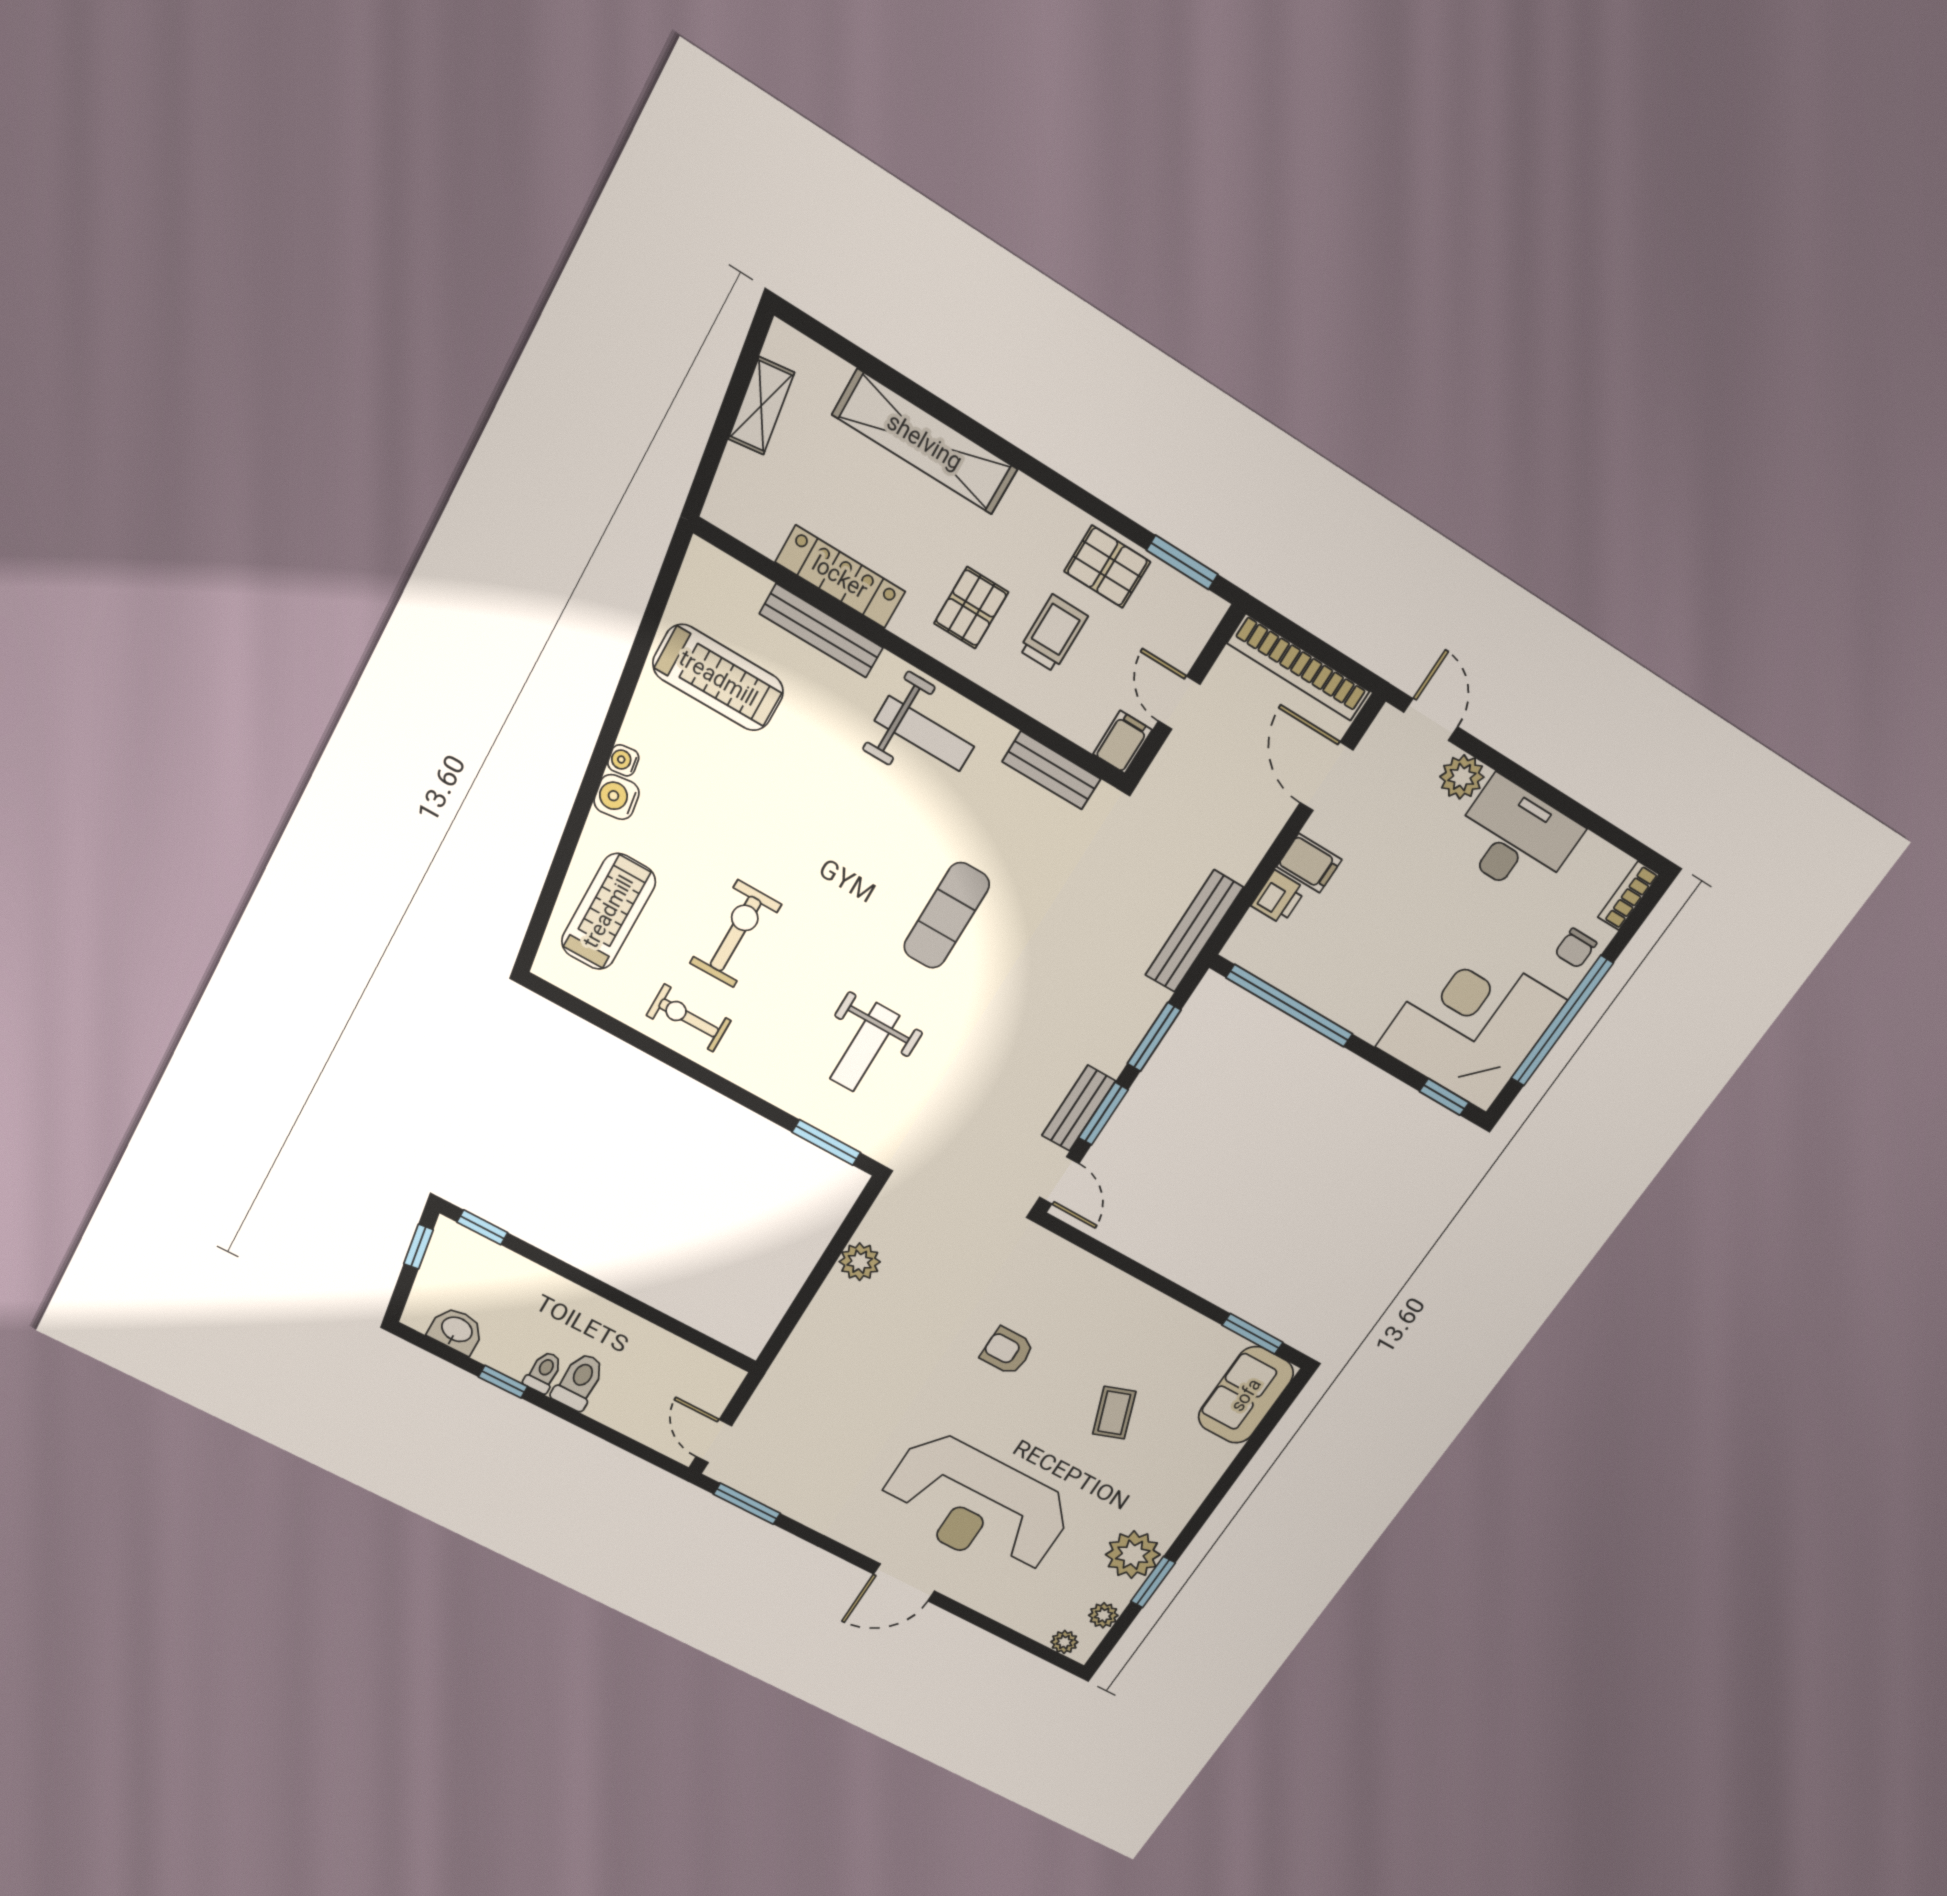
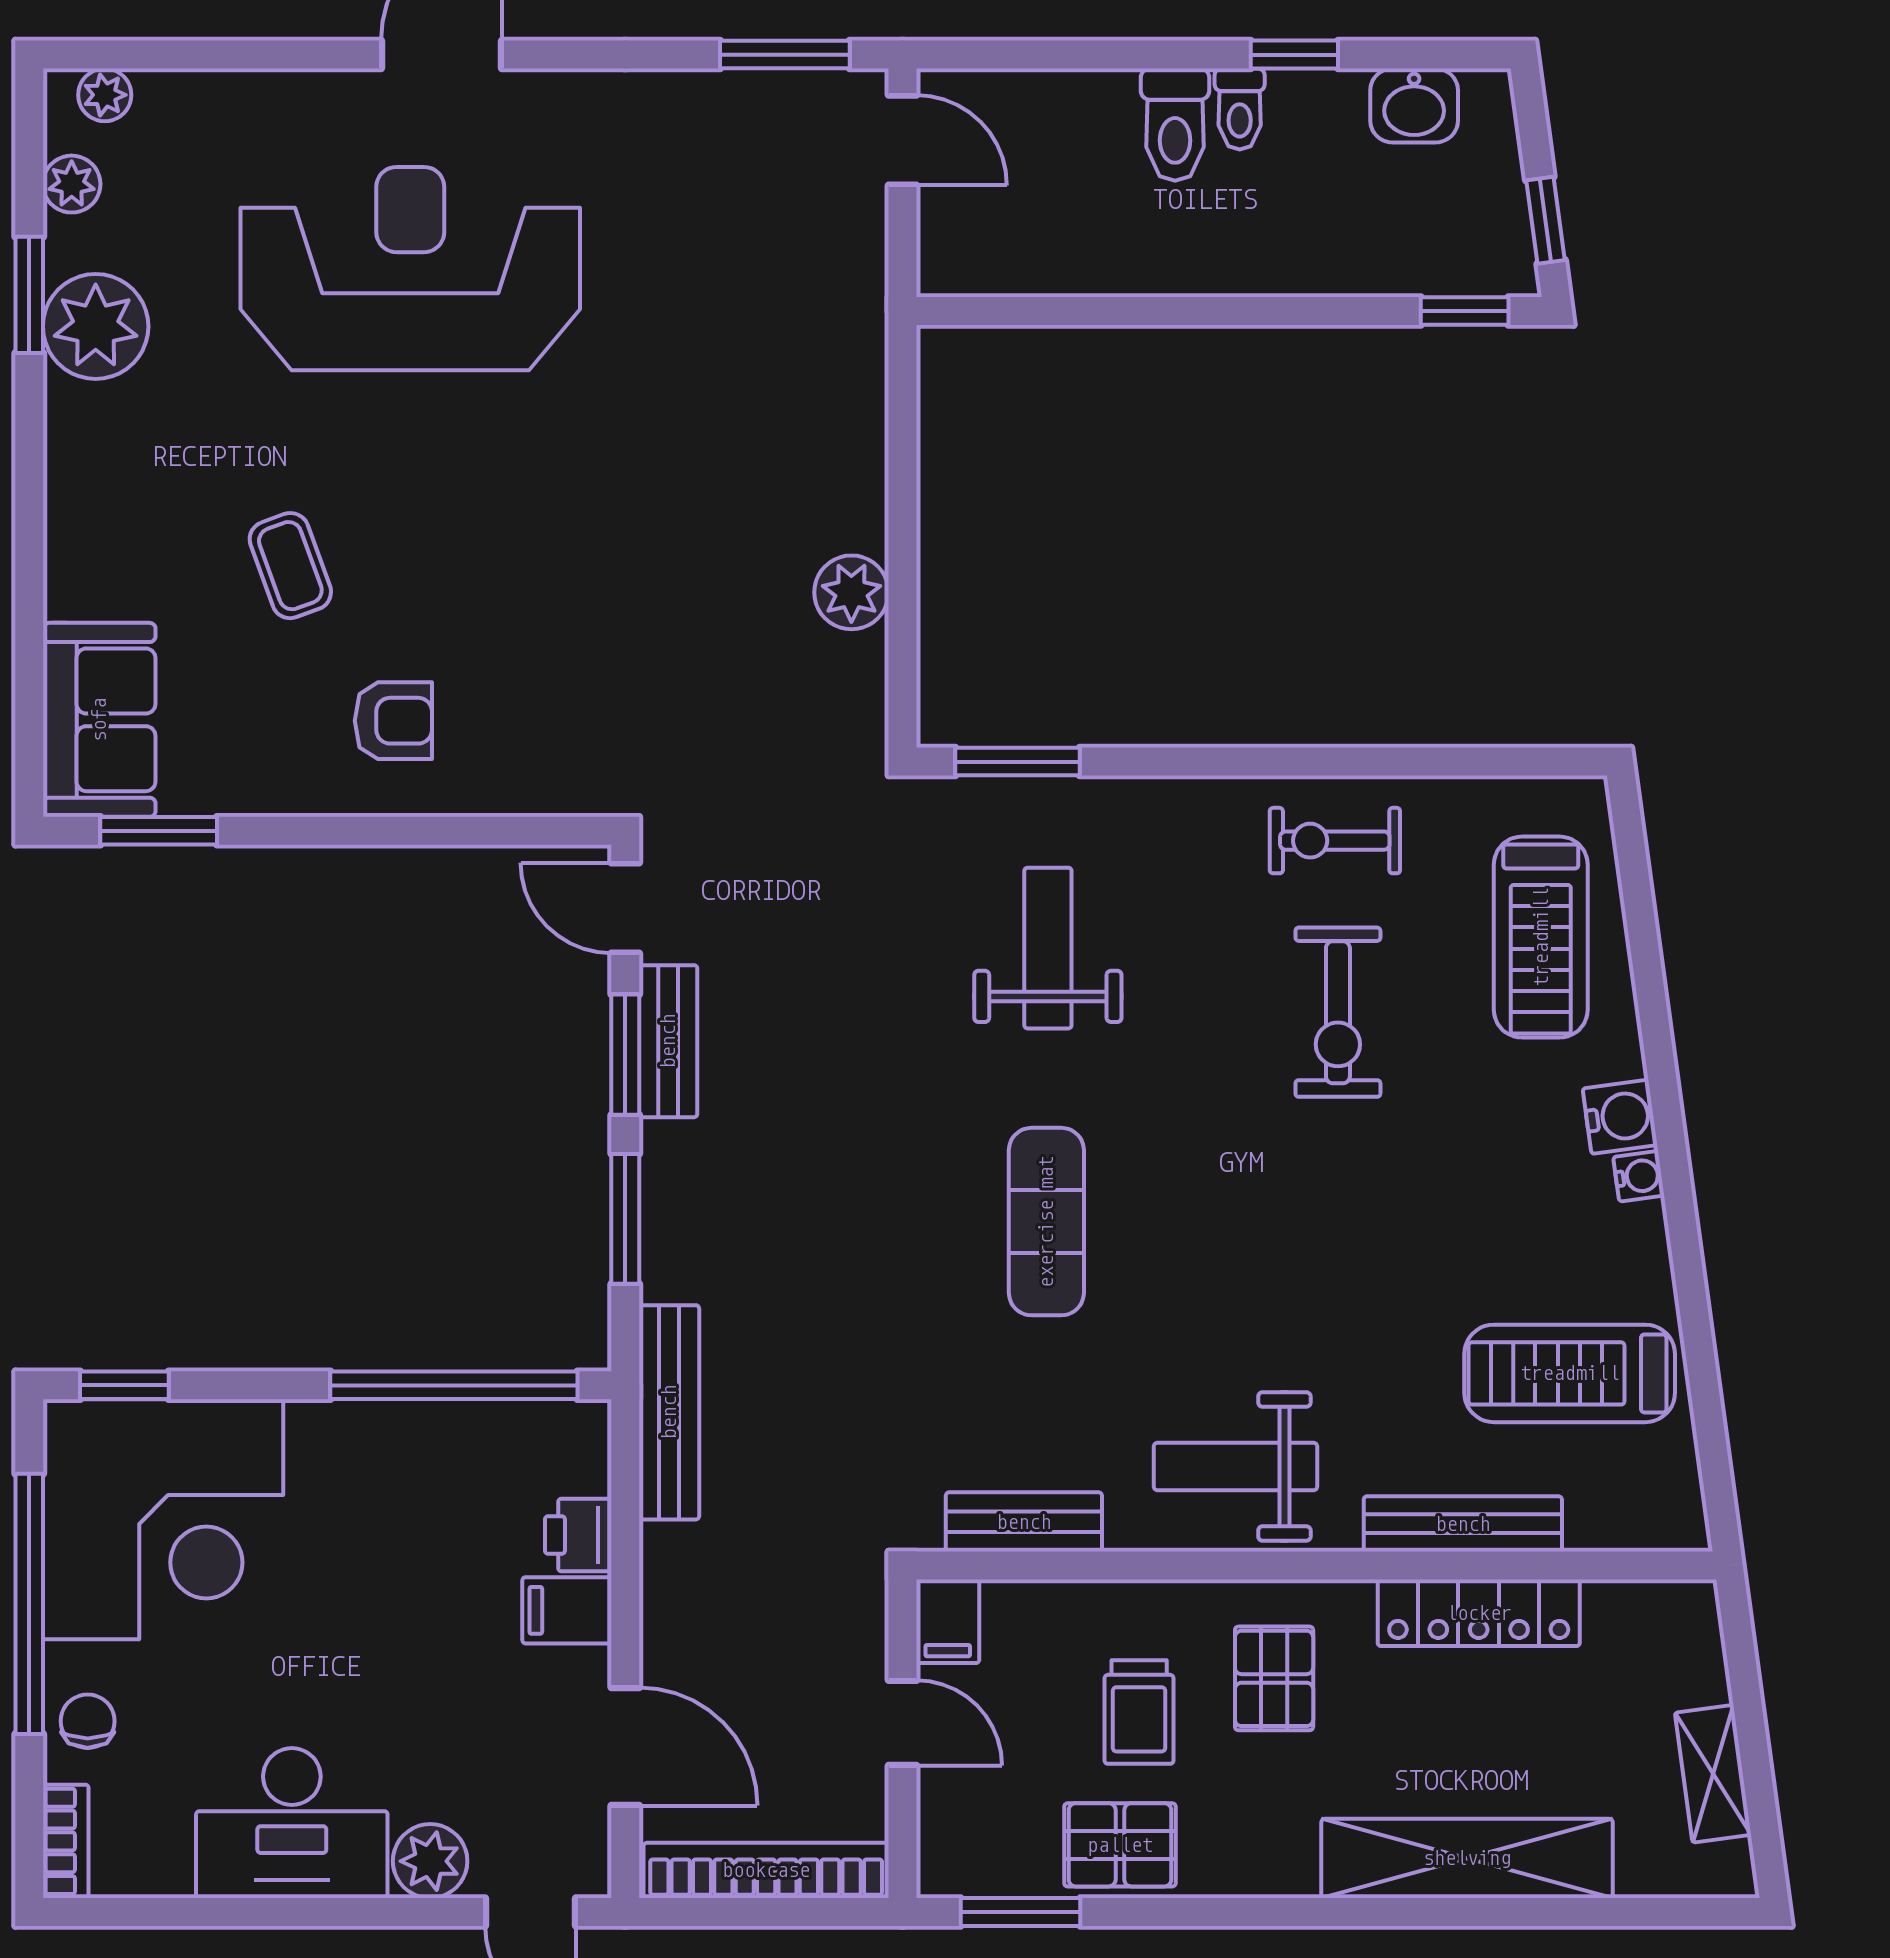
exercise bike: (689, 1018) -> (1335, 841), turned 180
armchair: (1007, 1351) -> (393, 721), moved

